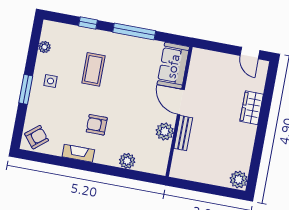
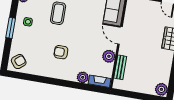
bench: (183, 133) -> (120, 67), moved
fireplace: (78, 153) -> (100, 81), moved

